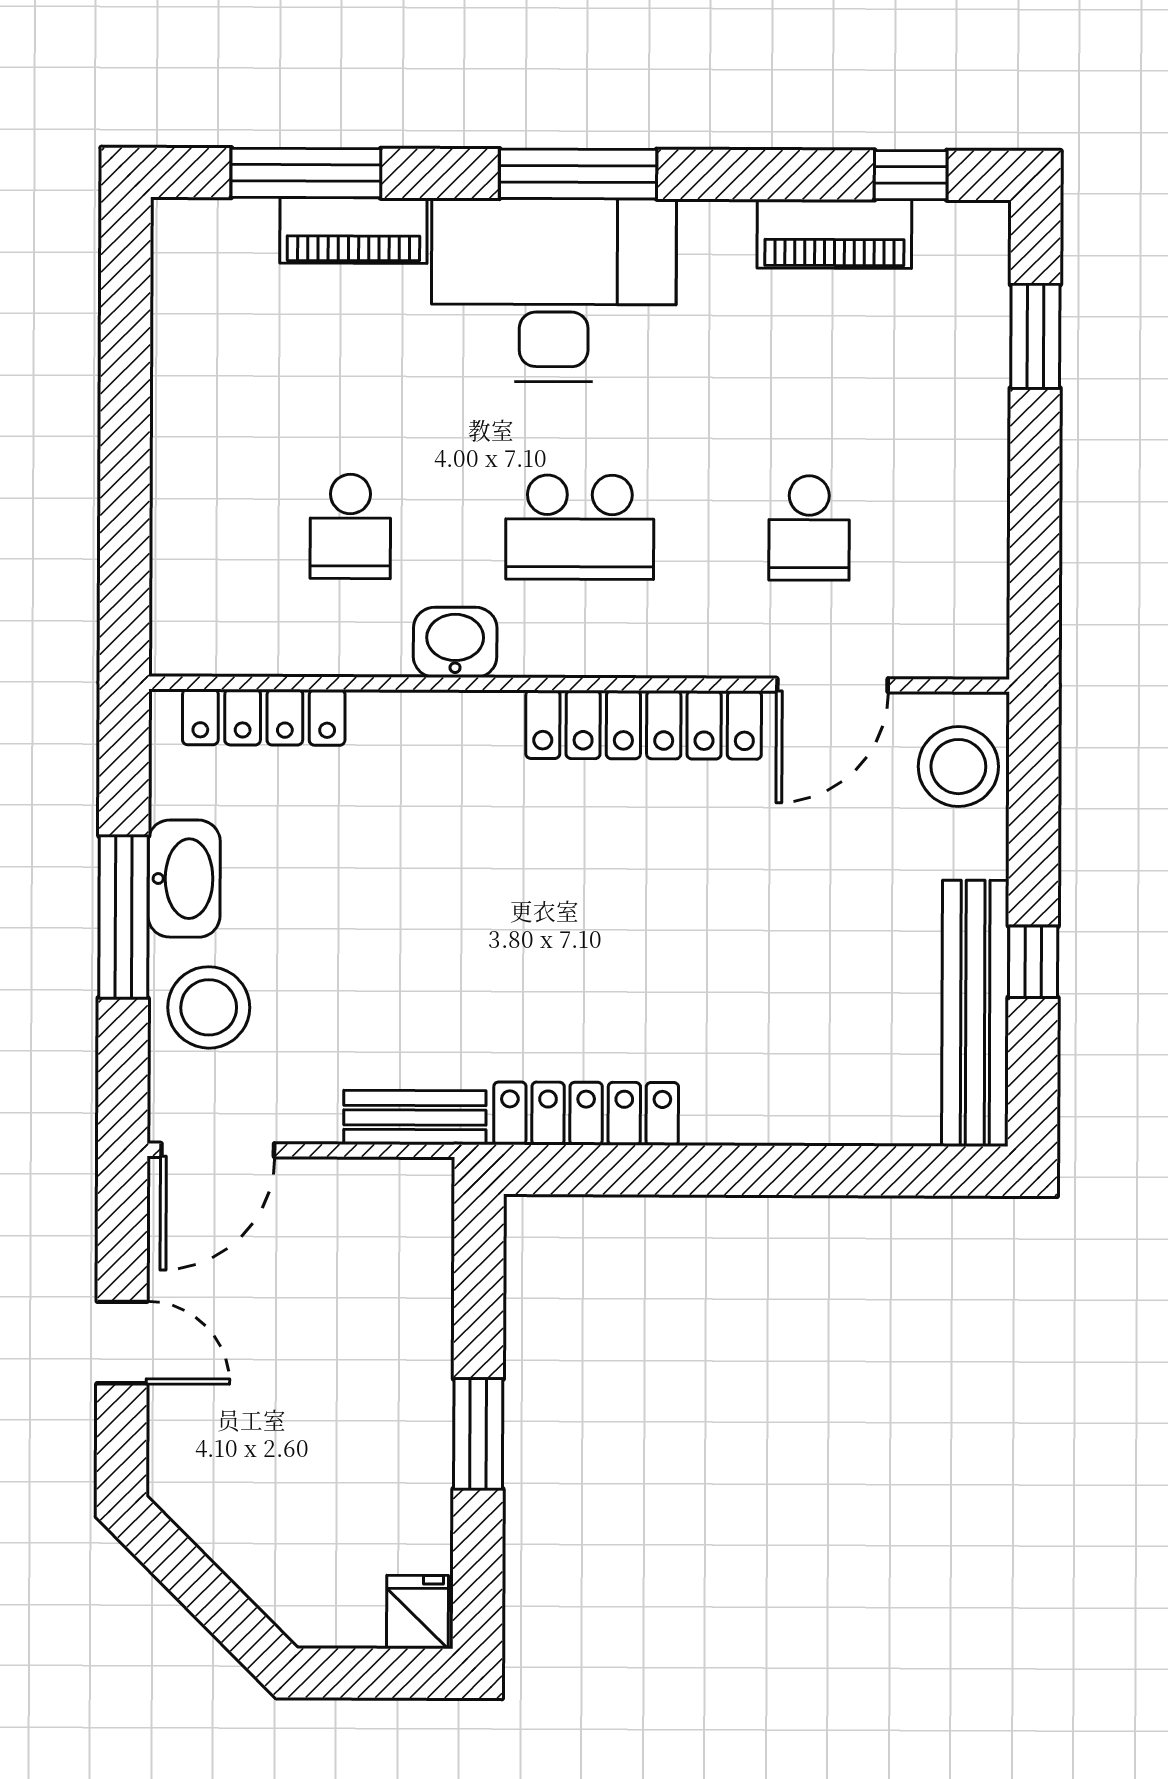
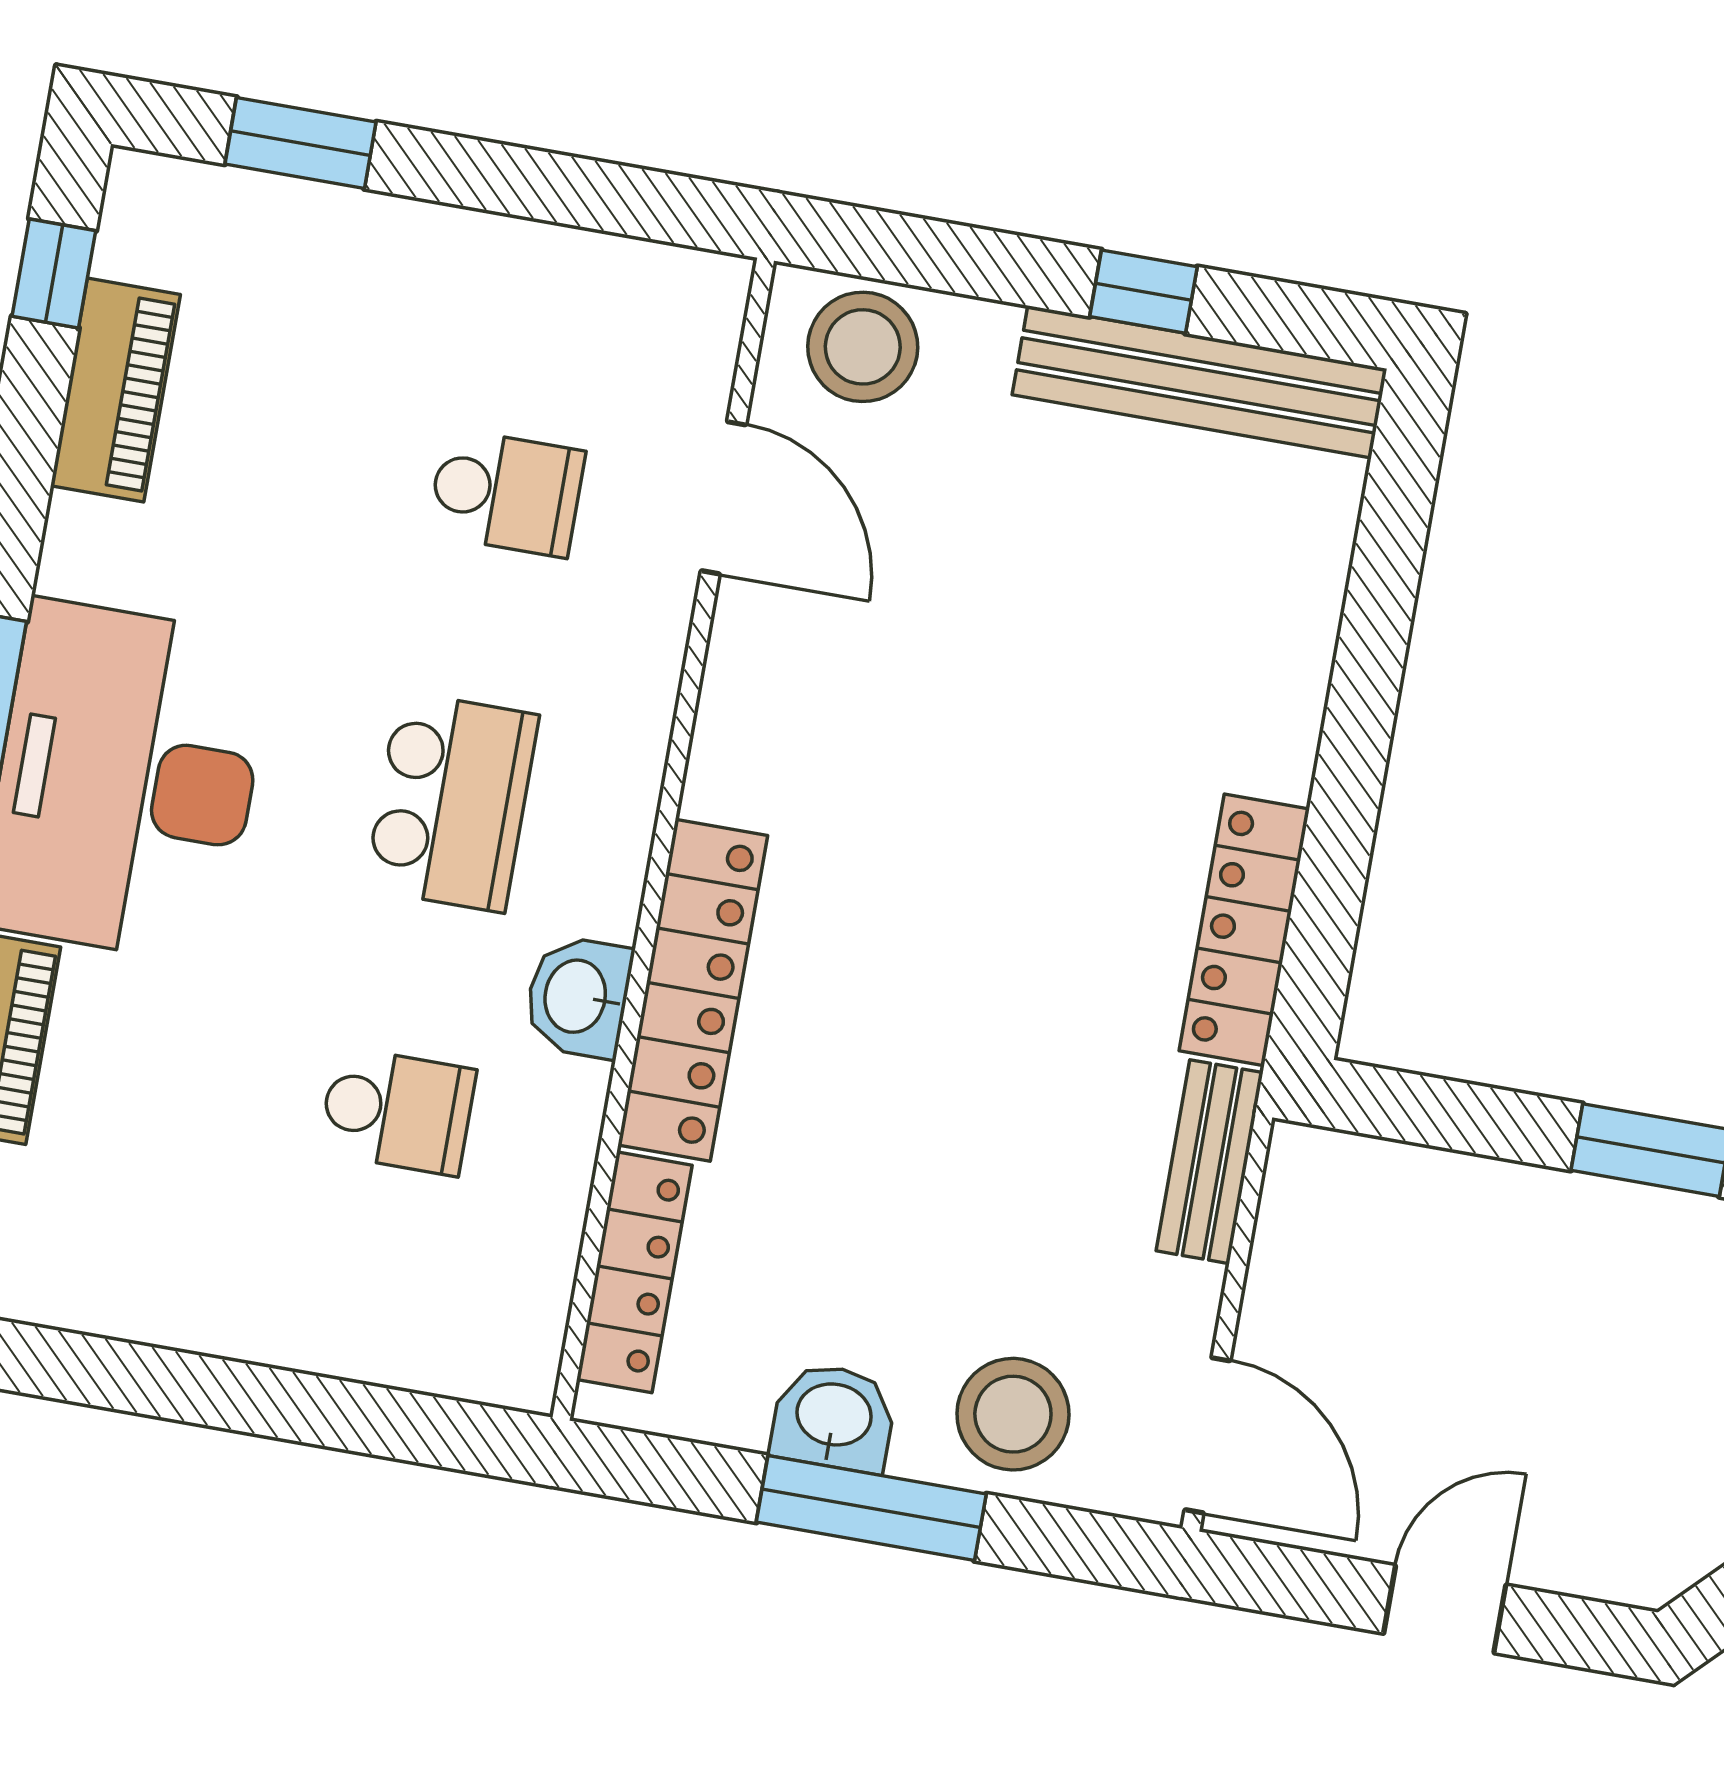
locker: (644, 725) -> (693, 990), moved
washbasin: (184, 879) -> (834, 1417), width x0.72

